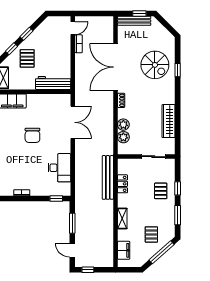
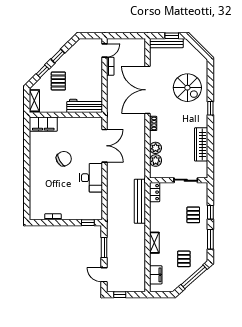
window: (178, 70) -> (210, 108), moved
chair: (32, 135) -> (64, 159), turned -121
desk: (60, 168) -> (91, 178), moved
locker: (122, 184) -> (155, 192), moved

